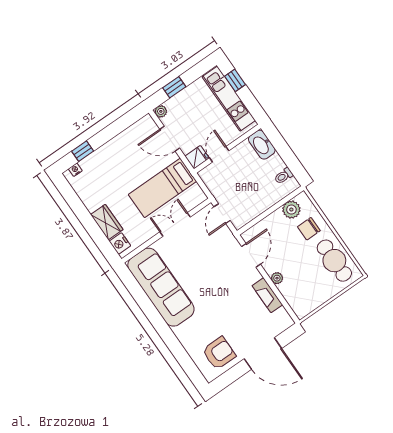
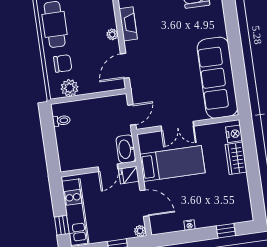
washbasin: (262, 145) -> (126, 149), moved, turned 180
nightstand: (75, 170) -> (190, 225), moved

